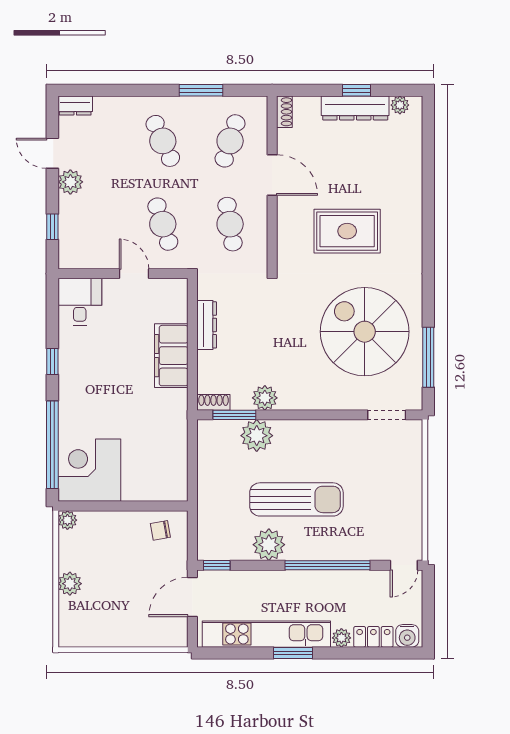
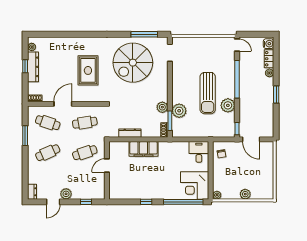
desk: (80, 302) -> (199, 152), moved, turned 90
sun lounger: (296, 499) -> (208, 93), turned 180
kitchen unit: (266, 634) -> (268, 106), removed

